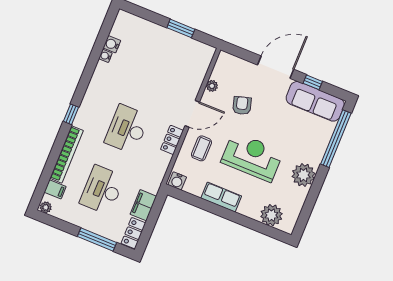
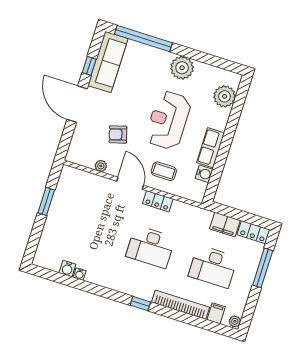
water cooler: (177, 181) -> (204, 174), moved

